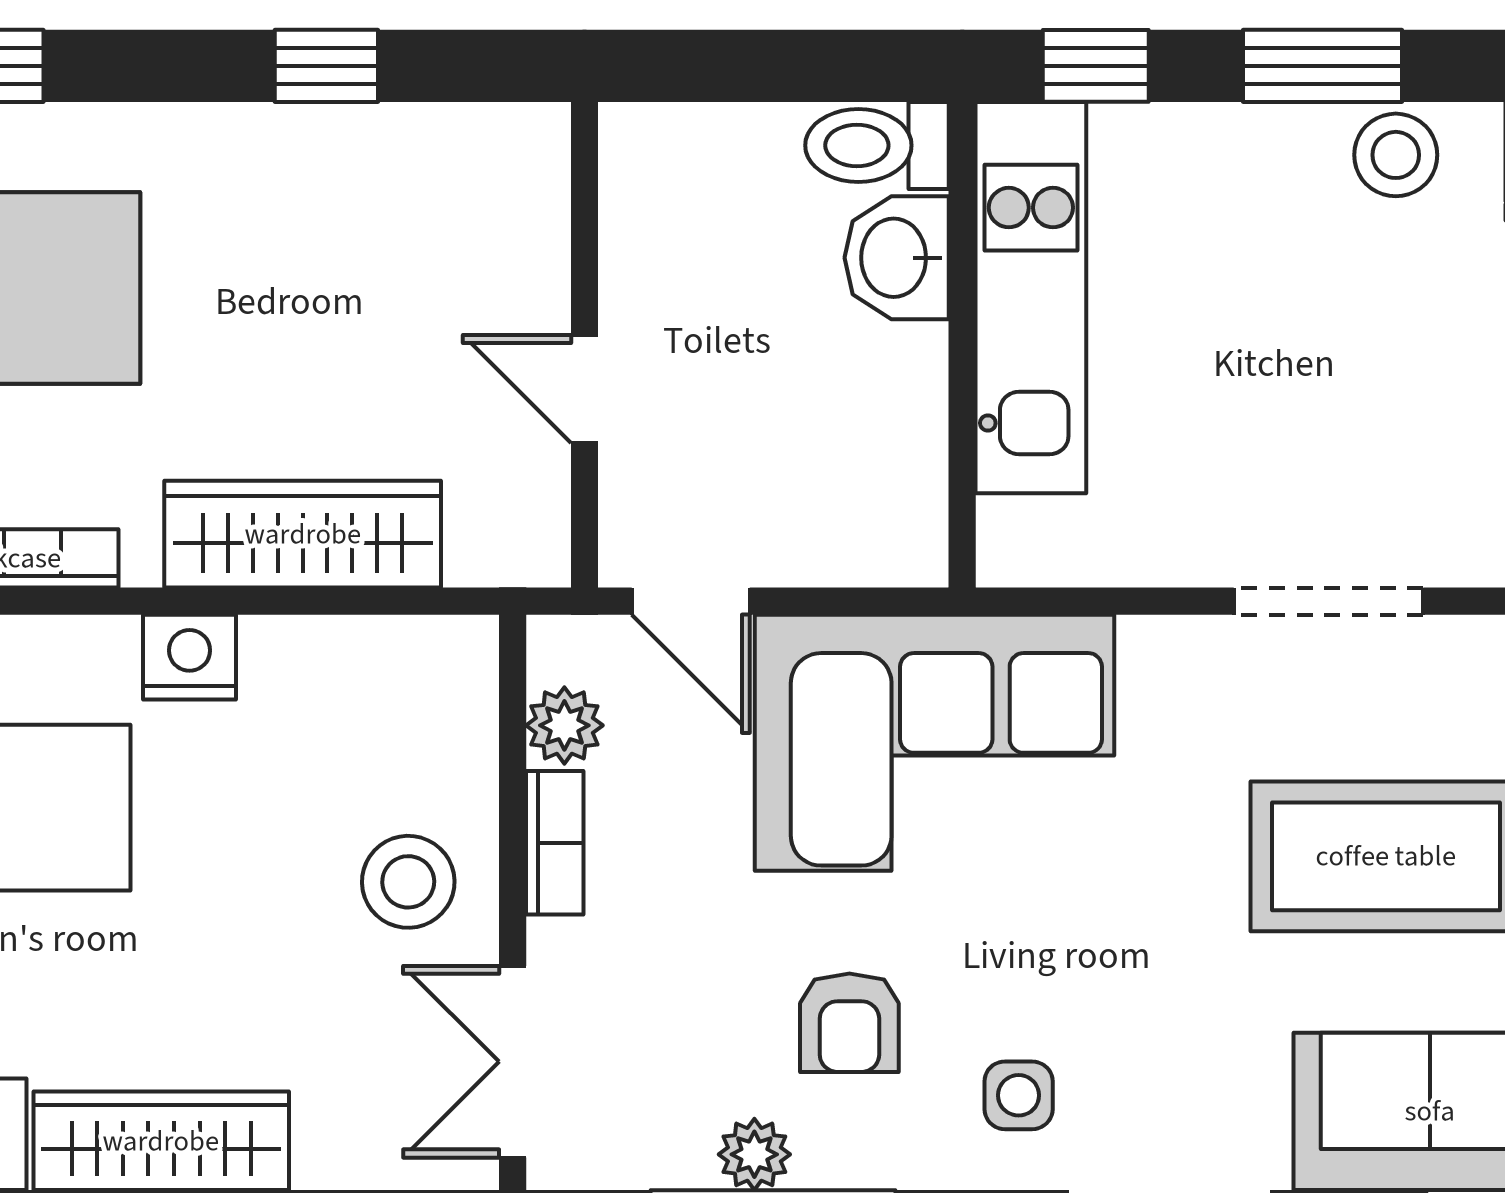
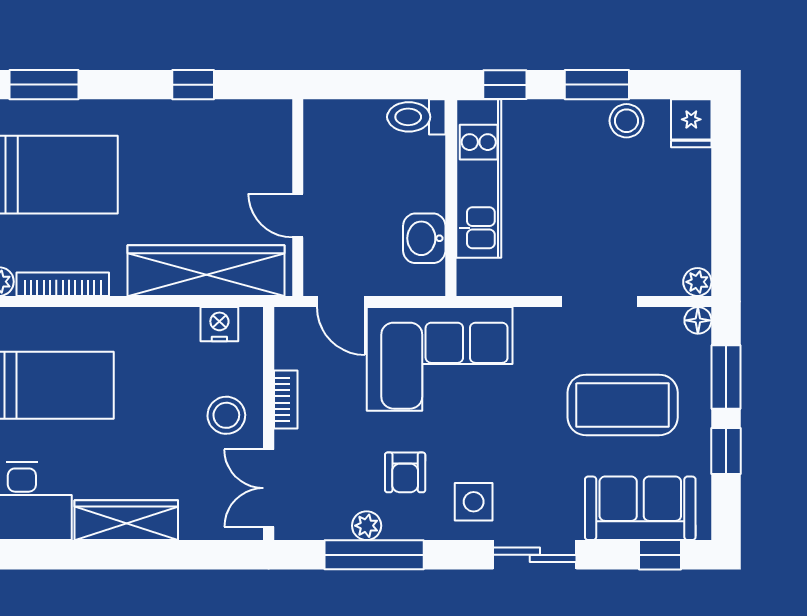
washbasin: (897, 258) -> (424, 238), moved
wardrobe: (303, 534) -> (206, 271), width x1.40, depth x1.17
nightstand: (190, 657) -> (219, 324), moved
plant: (564, 725) -> (290, 352), removed
side table: (1019, 1095) -> (474, 502), width x1.37, depth x1.37

